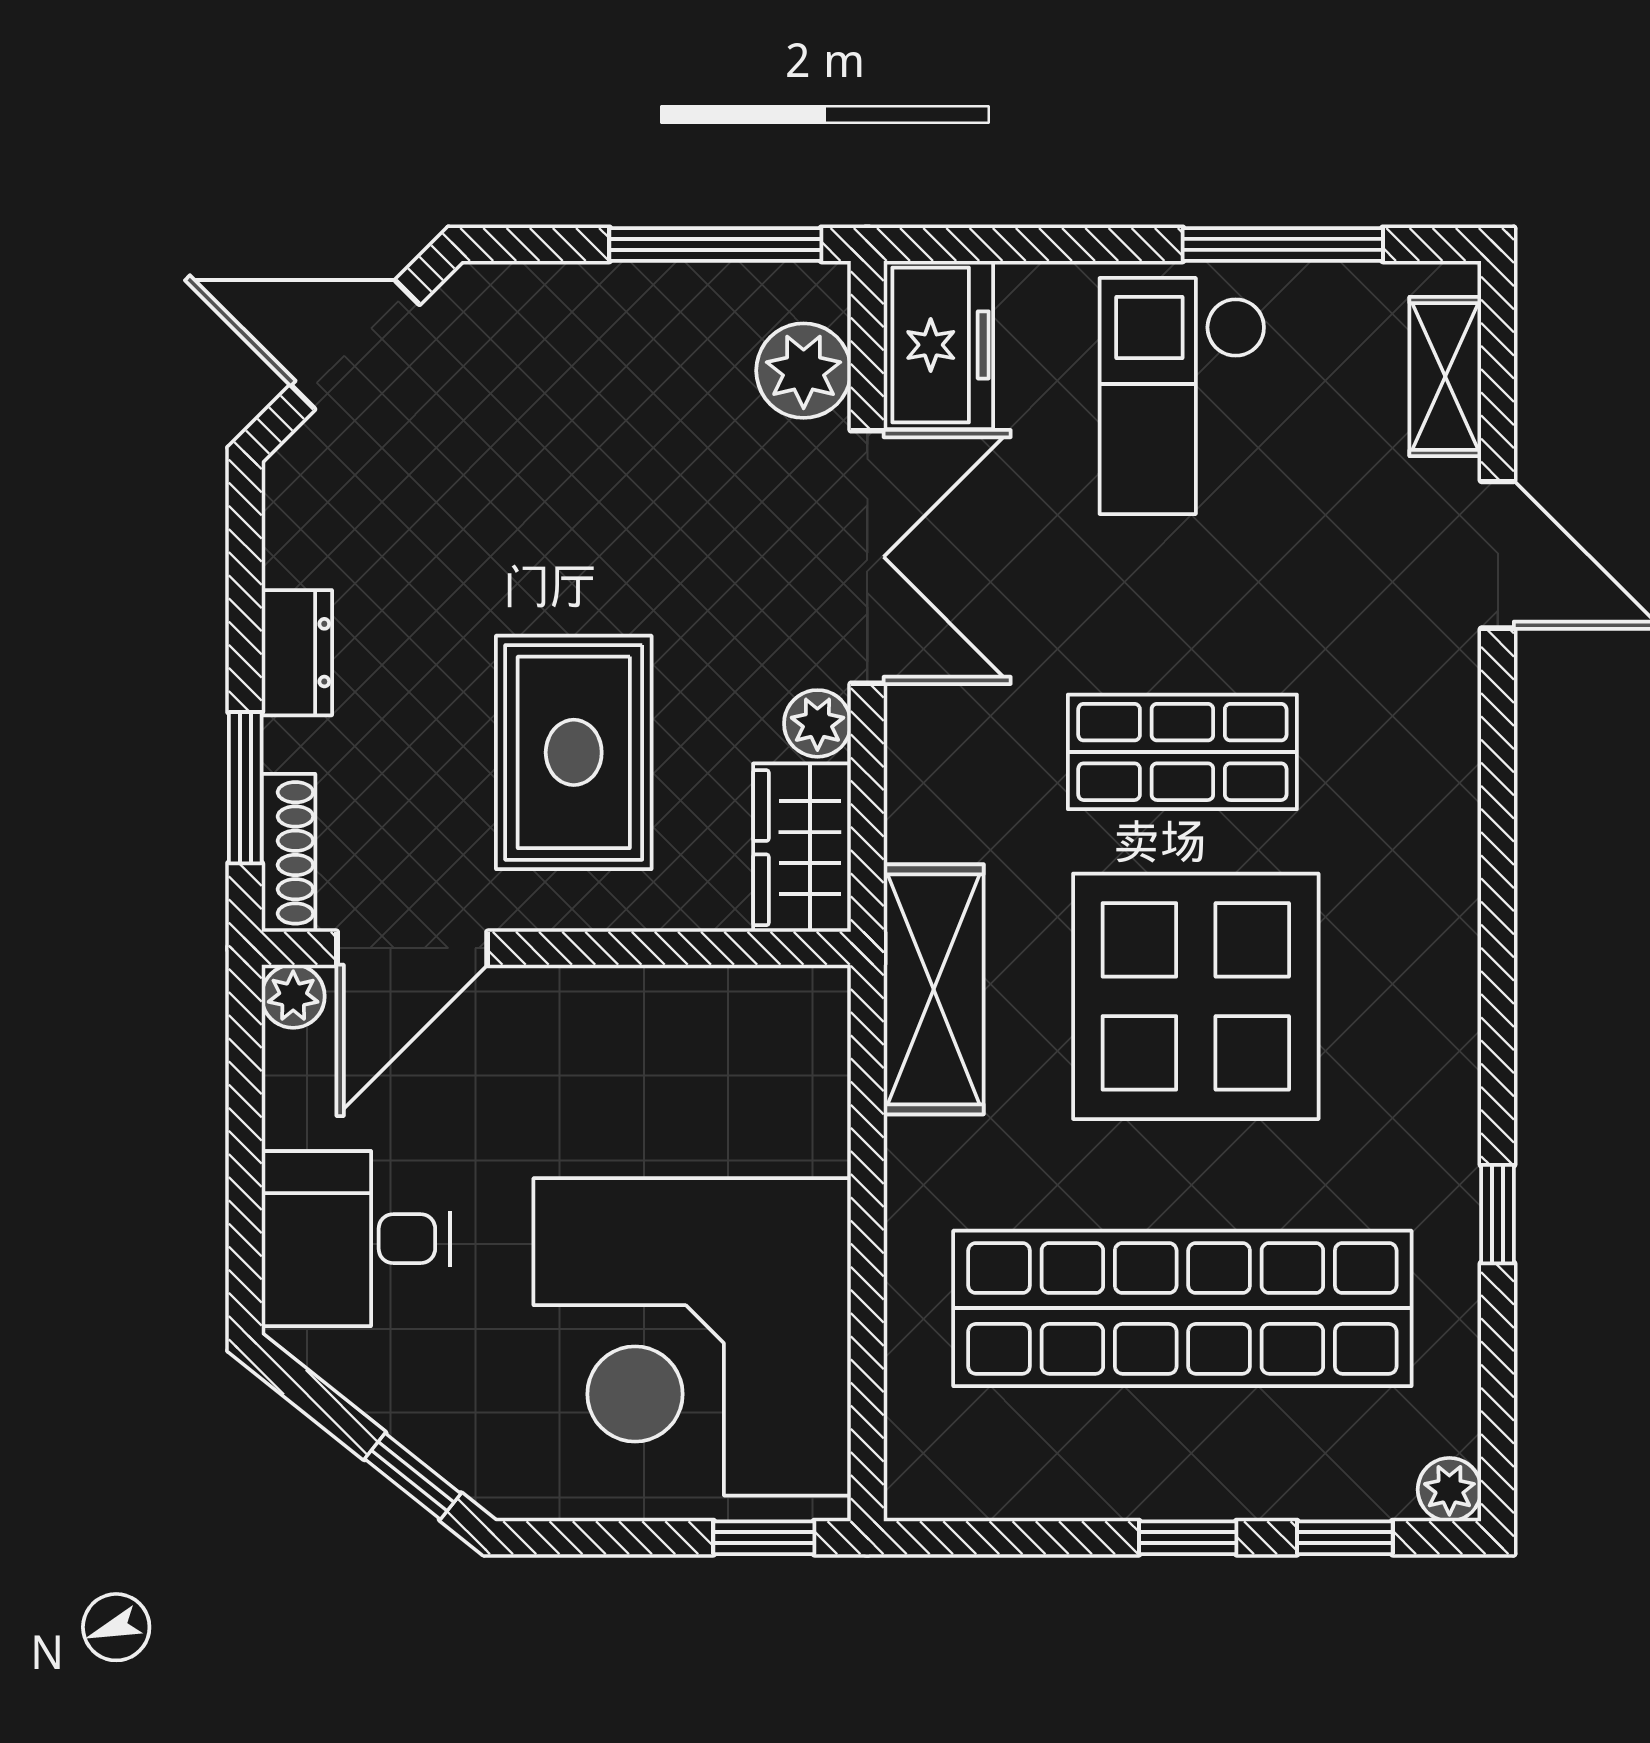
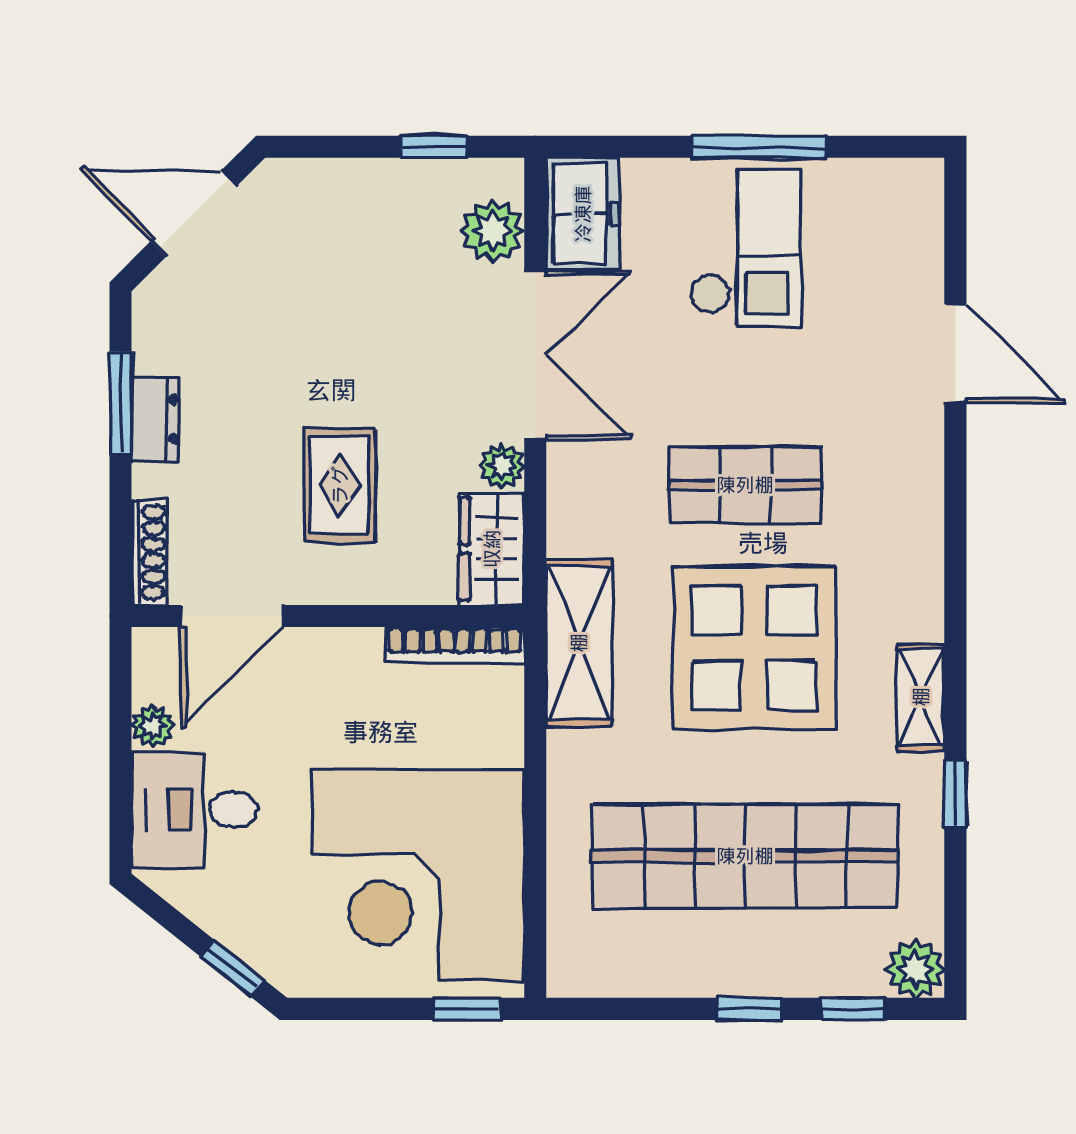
window: (715, 244) -> (434, 147), width x0.46
window: (1283, 244) -> (759, 147), moved
shelving: (1445, 376) -> (921, 697), moved
checkout: (1183, 396) -> (745, 248), turned 180
rug: (574, 752) -> (340, 485), width x0.73, depth x0.70
window: (245, 788) -> (120, 402), moved
bookcase: (746, 991) -> (455, 645), added
plant: (293, 996) -> (152, 726), moved
plant: (1449, 1490) -> (915, 969), width x1.38, depth x1.38

